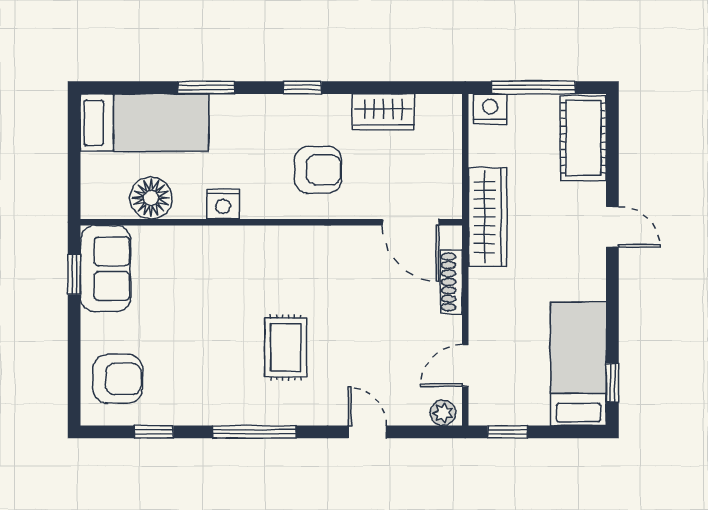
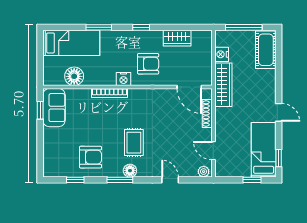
nightstand: (490, 109) -> (222, 54), moved, turned -90
nightstand: (223, 204) -> (123, 79), moved
door: (612, 227) -> (279, 112), moved
bookcase: (231, 236) -> (110, 93), added
door: (465, 366) -> (213, 151), hinge flipped
armchair: (118, 379) -> (90, 157), moved
floor lamp: (277, 411) -> (130, 171), added
window: (254, 432) -> (120, 180), width x0.69
window: (508, 432) -> (252, 180), moved

